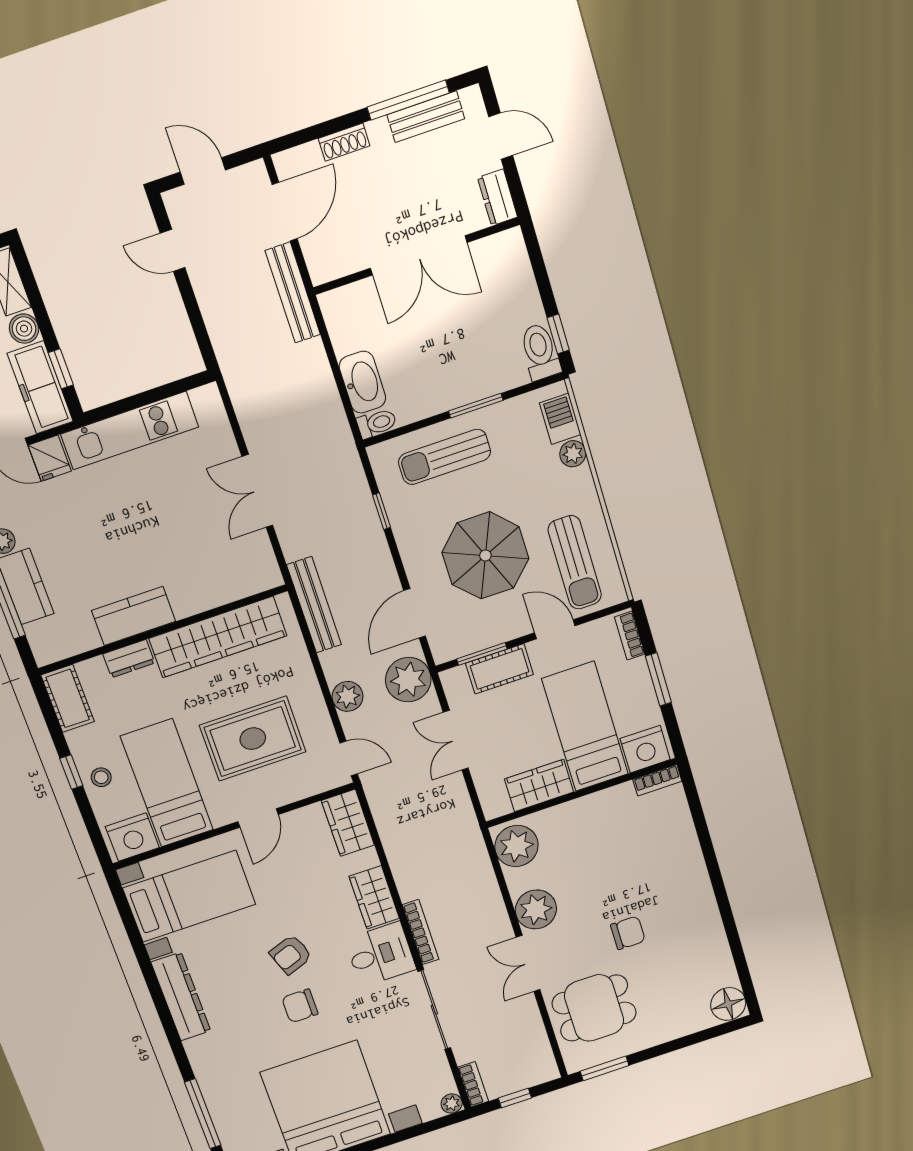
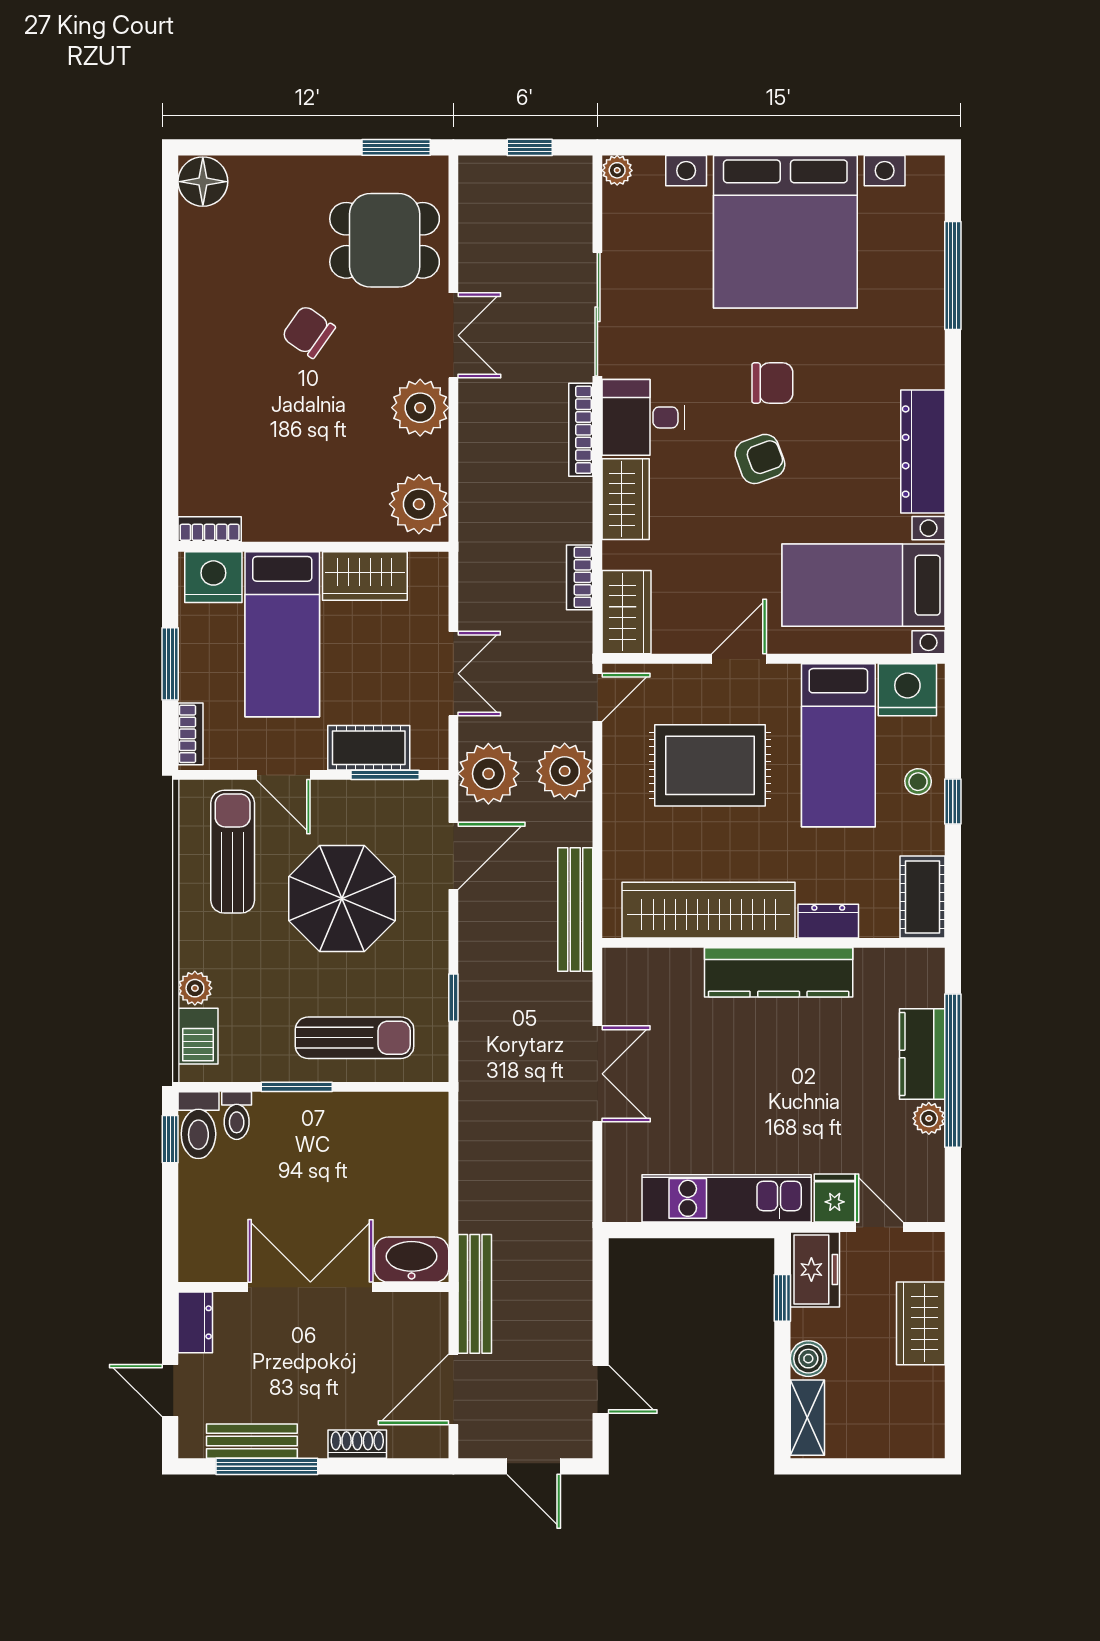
washbasin: (362, 382) -> (412, 1260), moved, turned 90
freezer: (40, 387) -> (815, 1270), width x0.71
toilet: (377, 423) -> (237, 1116), moved, turned -90
kitchen counter: (134, 616) -> (779, 972), width x1.50
plant: (348, 696) -> (565, 771), width x1.36, depth x1.36
door: (349, 758) -> (597, 697), swing flipped
chair: (628, 933) -> (308, 332), turned 35
bookcase: (473, 1084) -> (580, 577), moved

